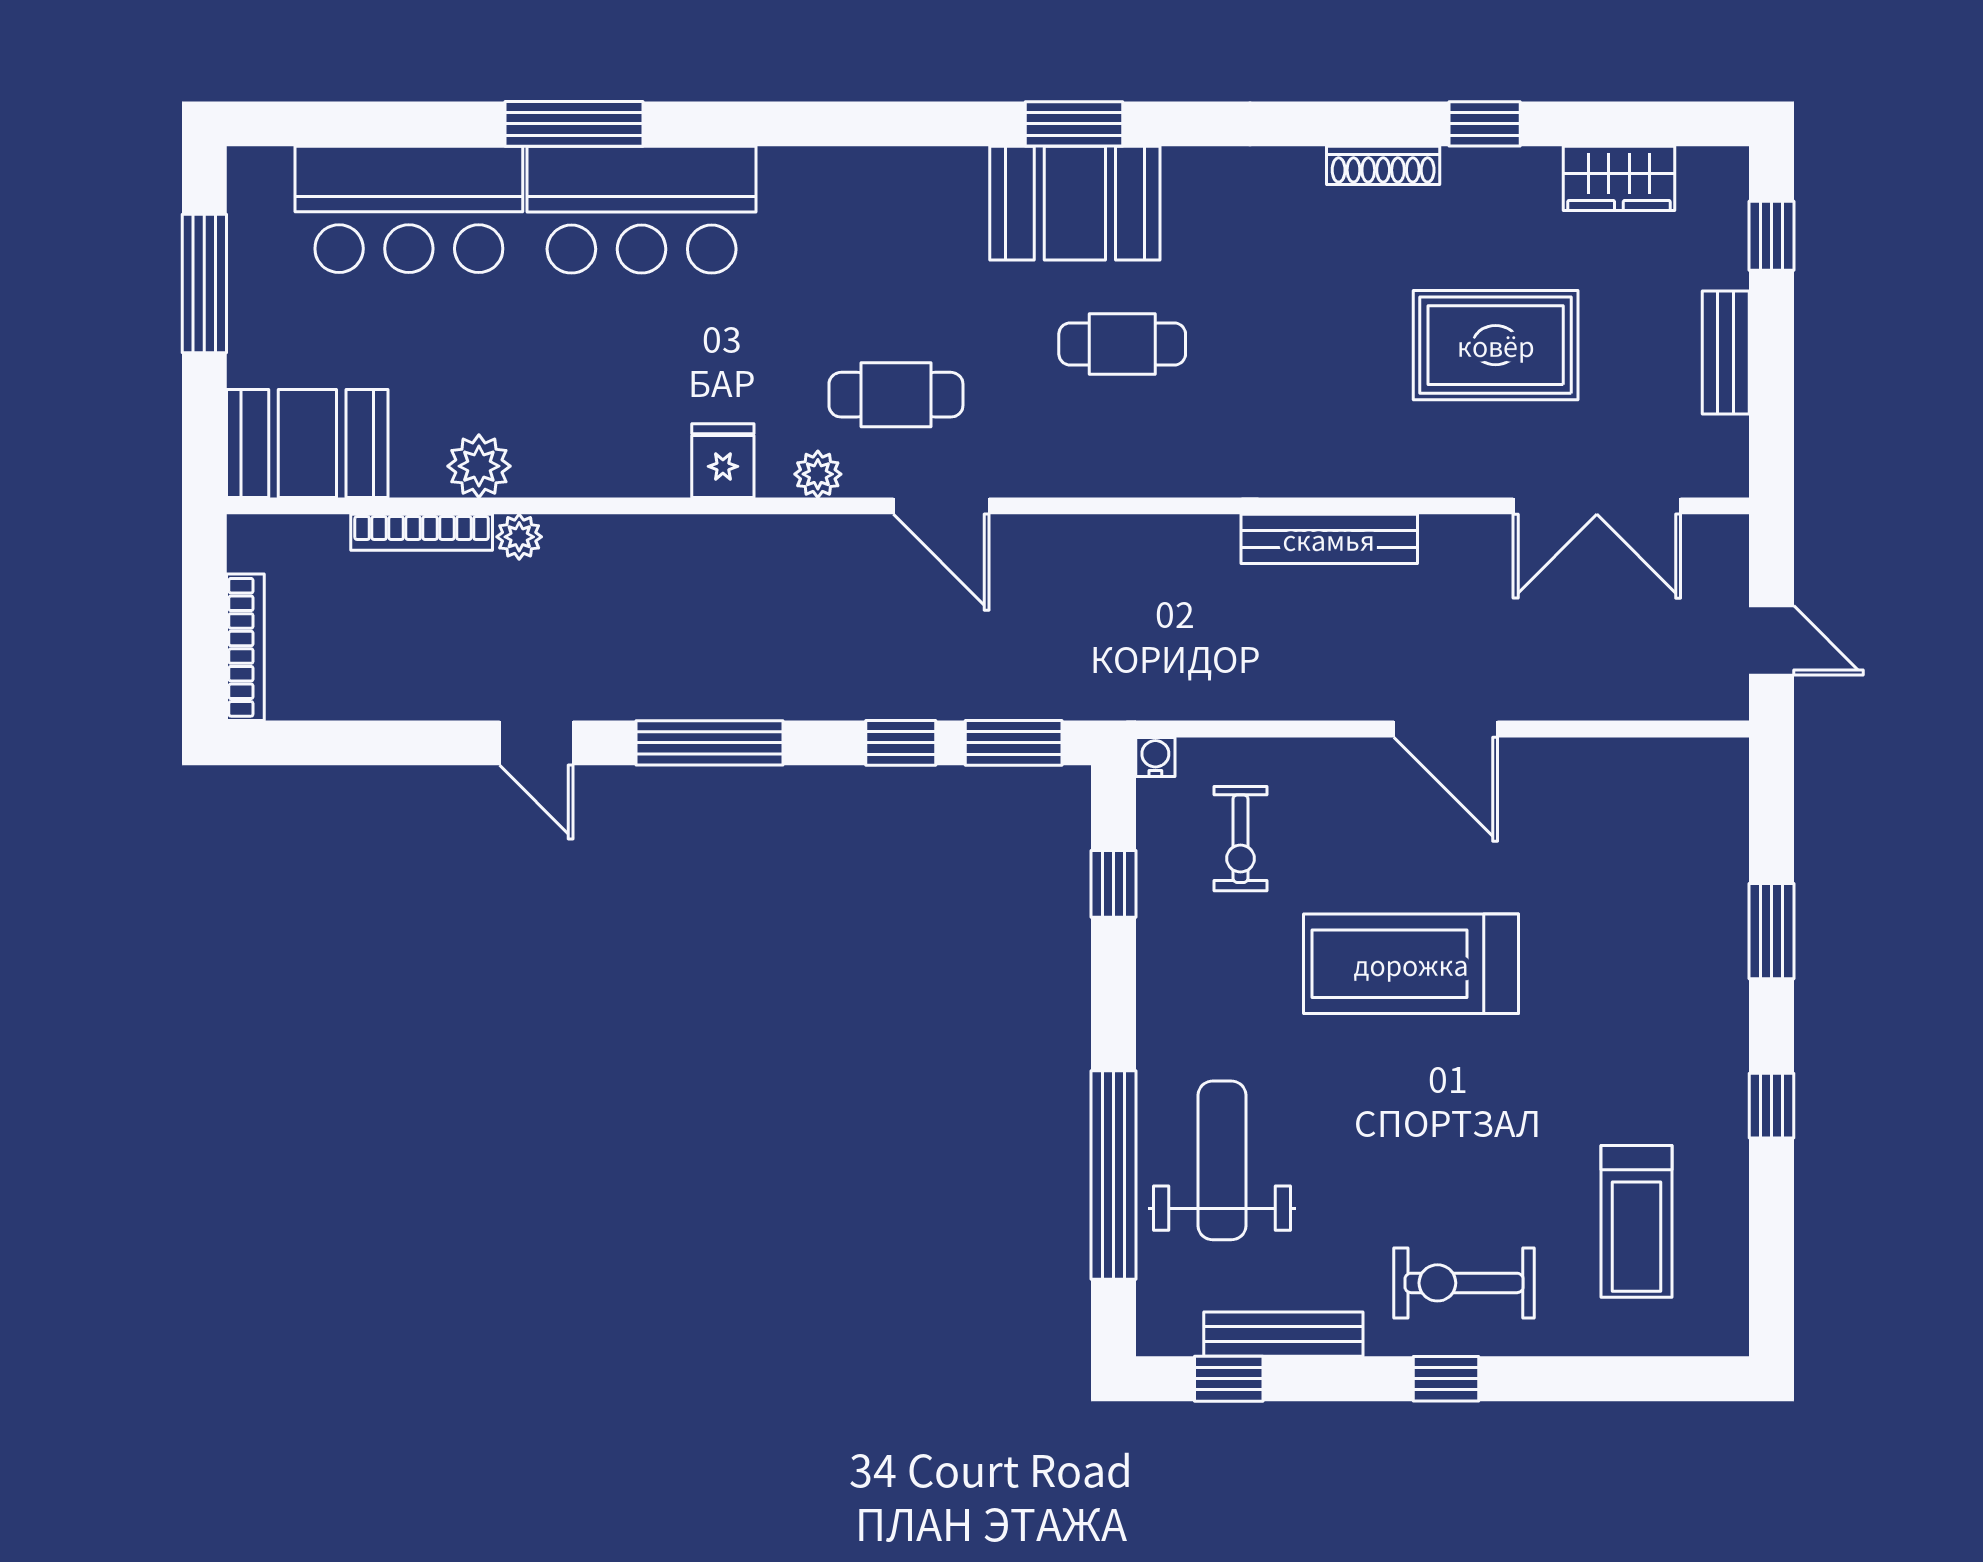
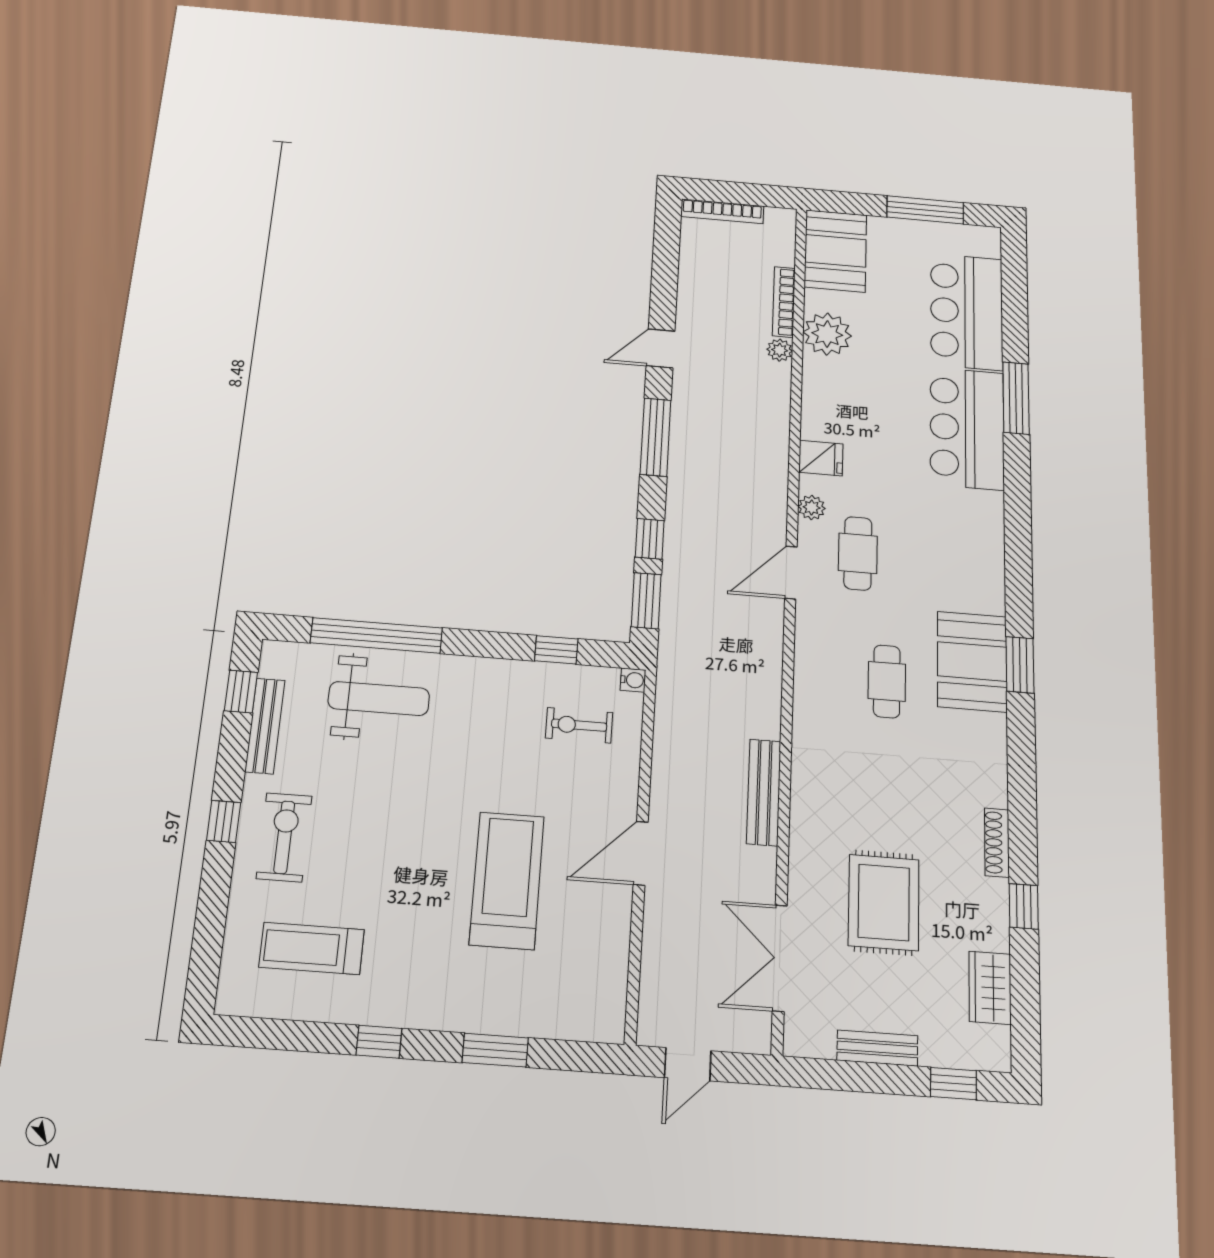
plant: (479, 466) -> (827, 334), width x1.36, depth x1.36
treadmill: (1411, 964) -> (507, 880), moved

